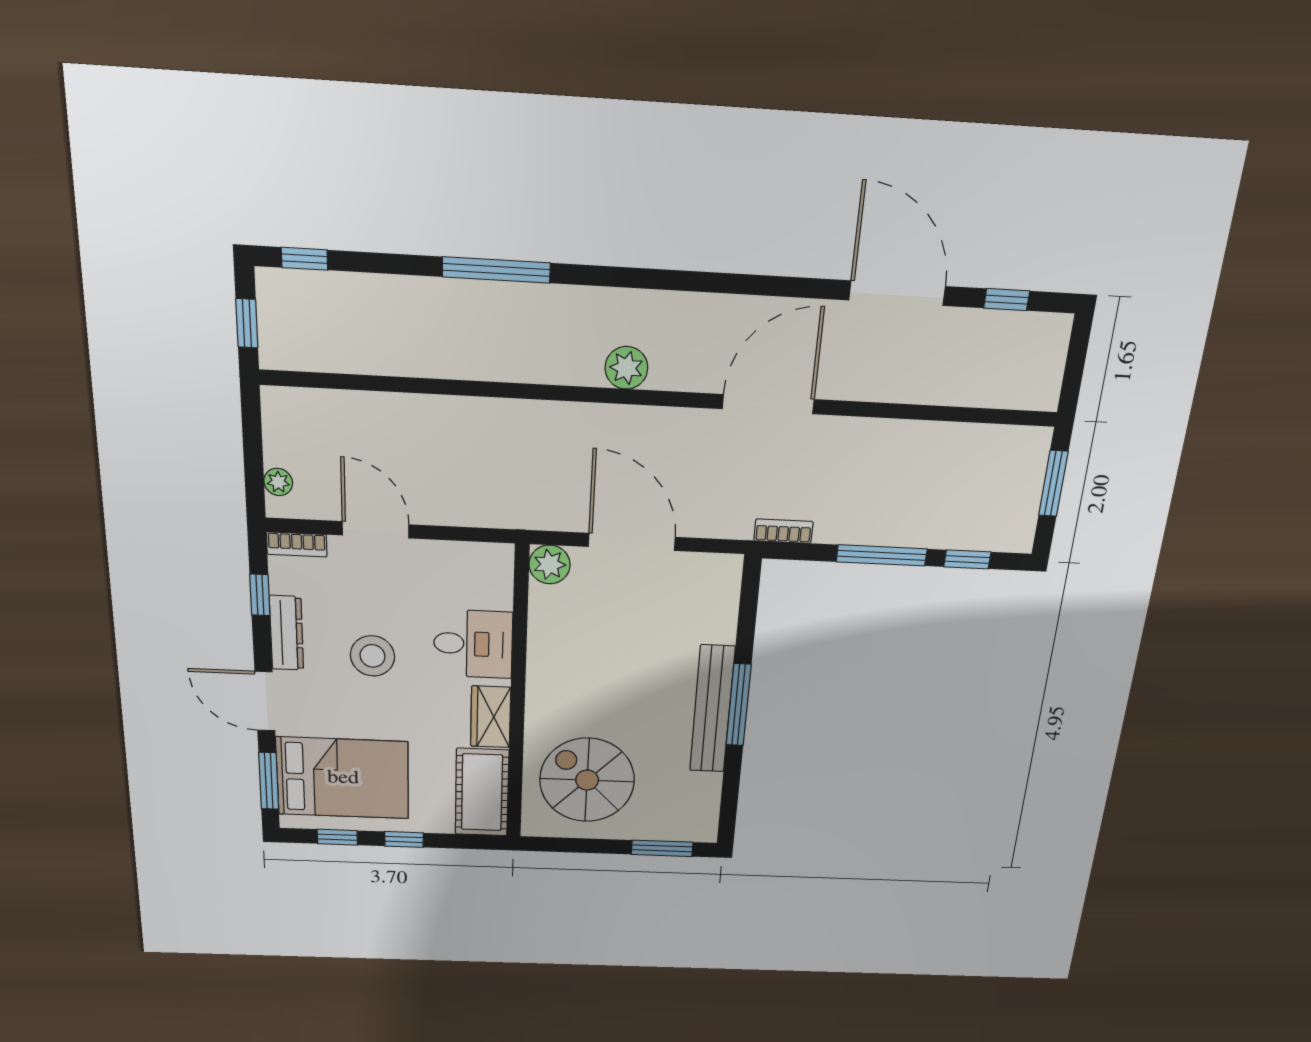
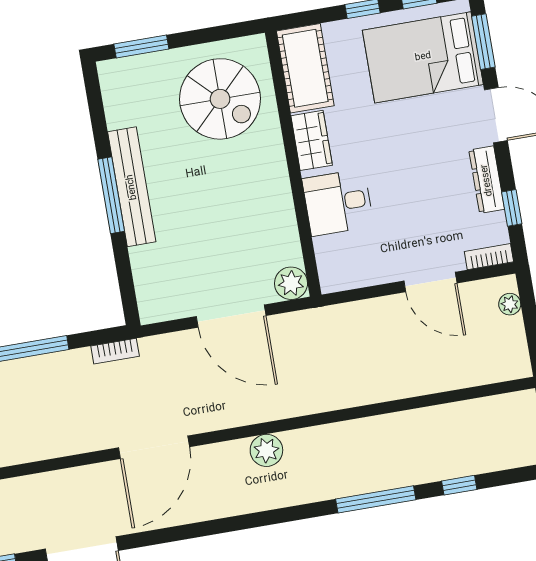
window: (304, 259) -> (459, 485), moved
stool: (372, 656) -> (416, 174), removed

